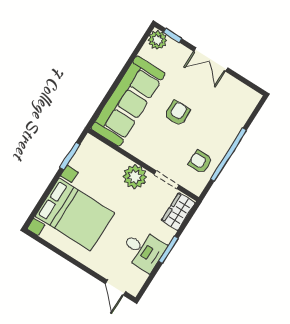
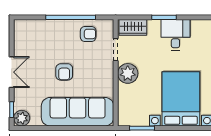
armchair: (177, 113) -> (64, 72), turned -90
armchair: (200, 162) -> (88, 34), turned -90

